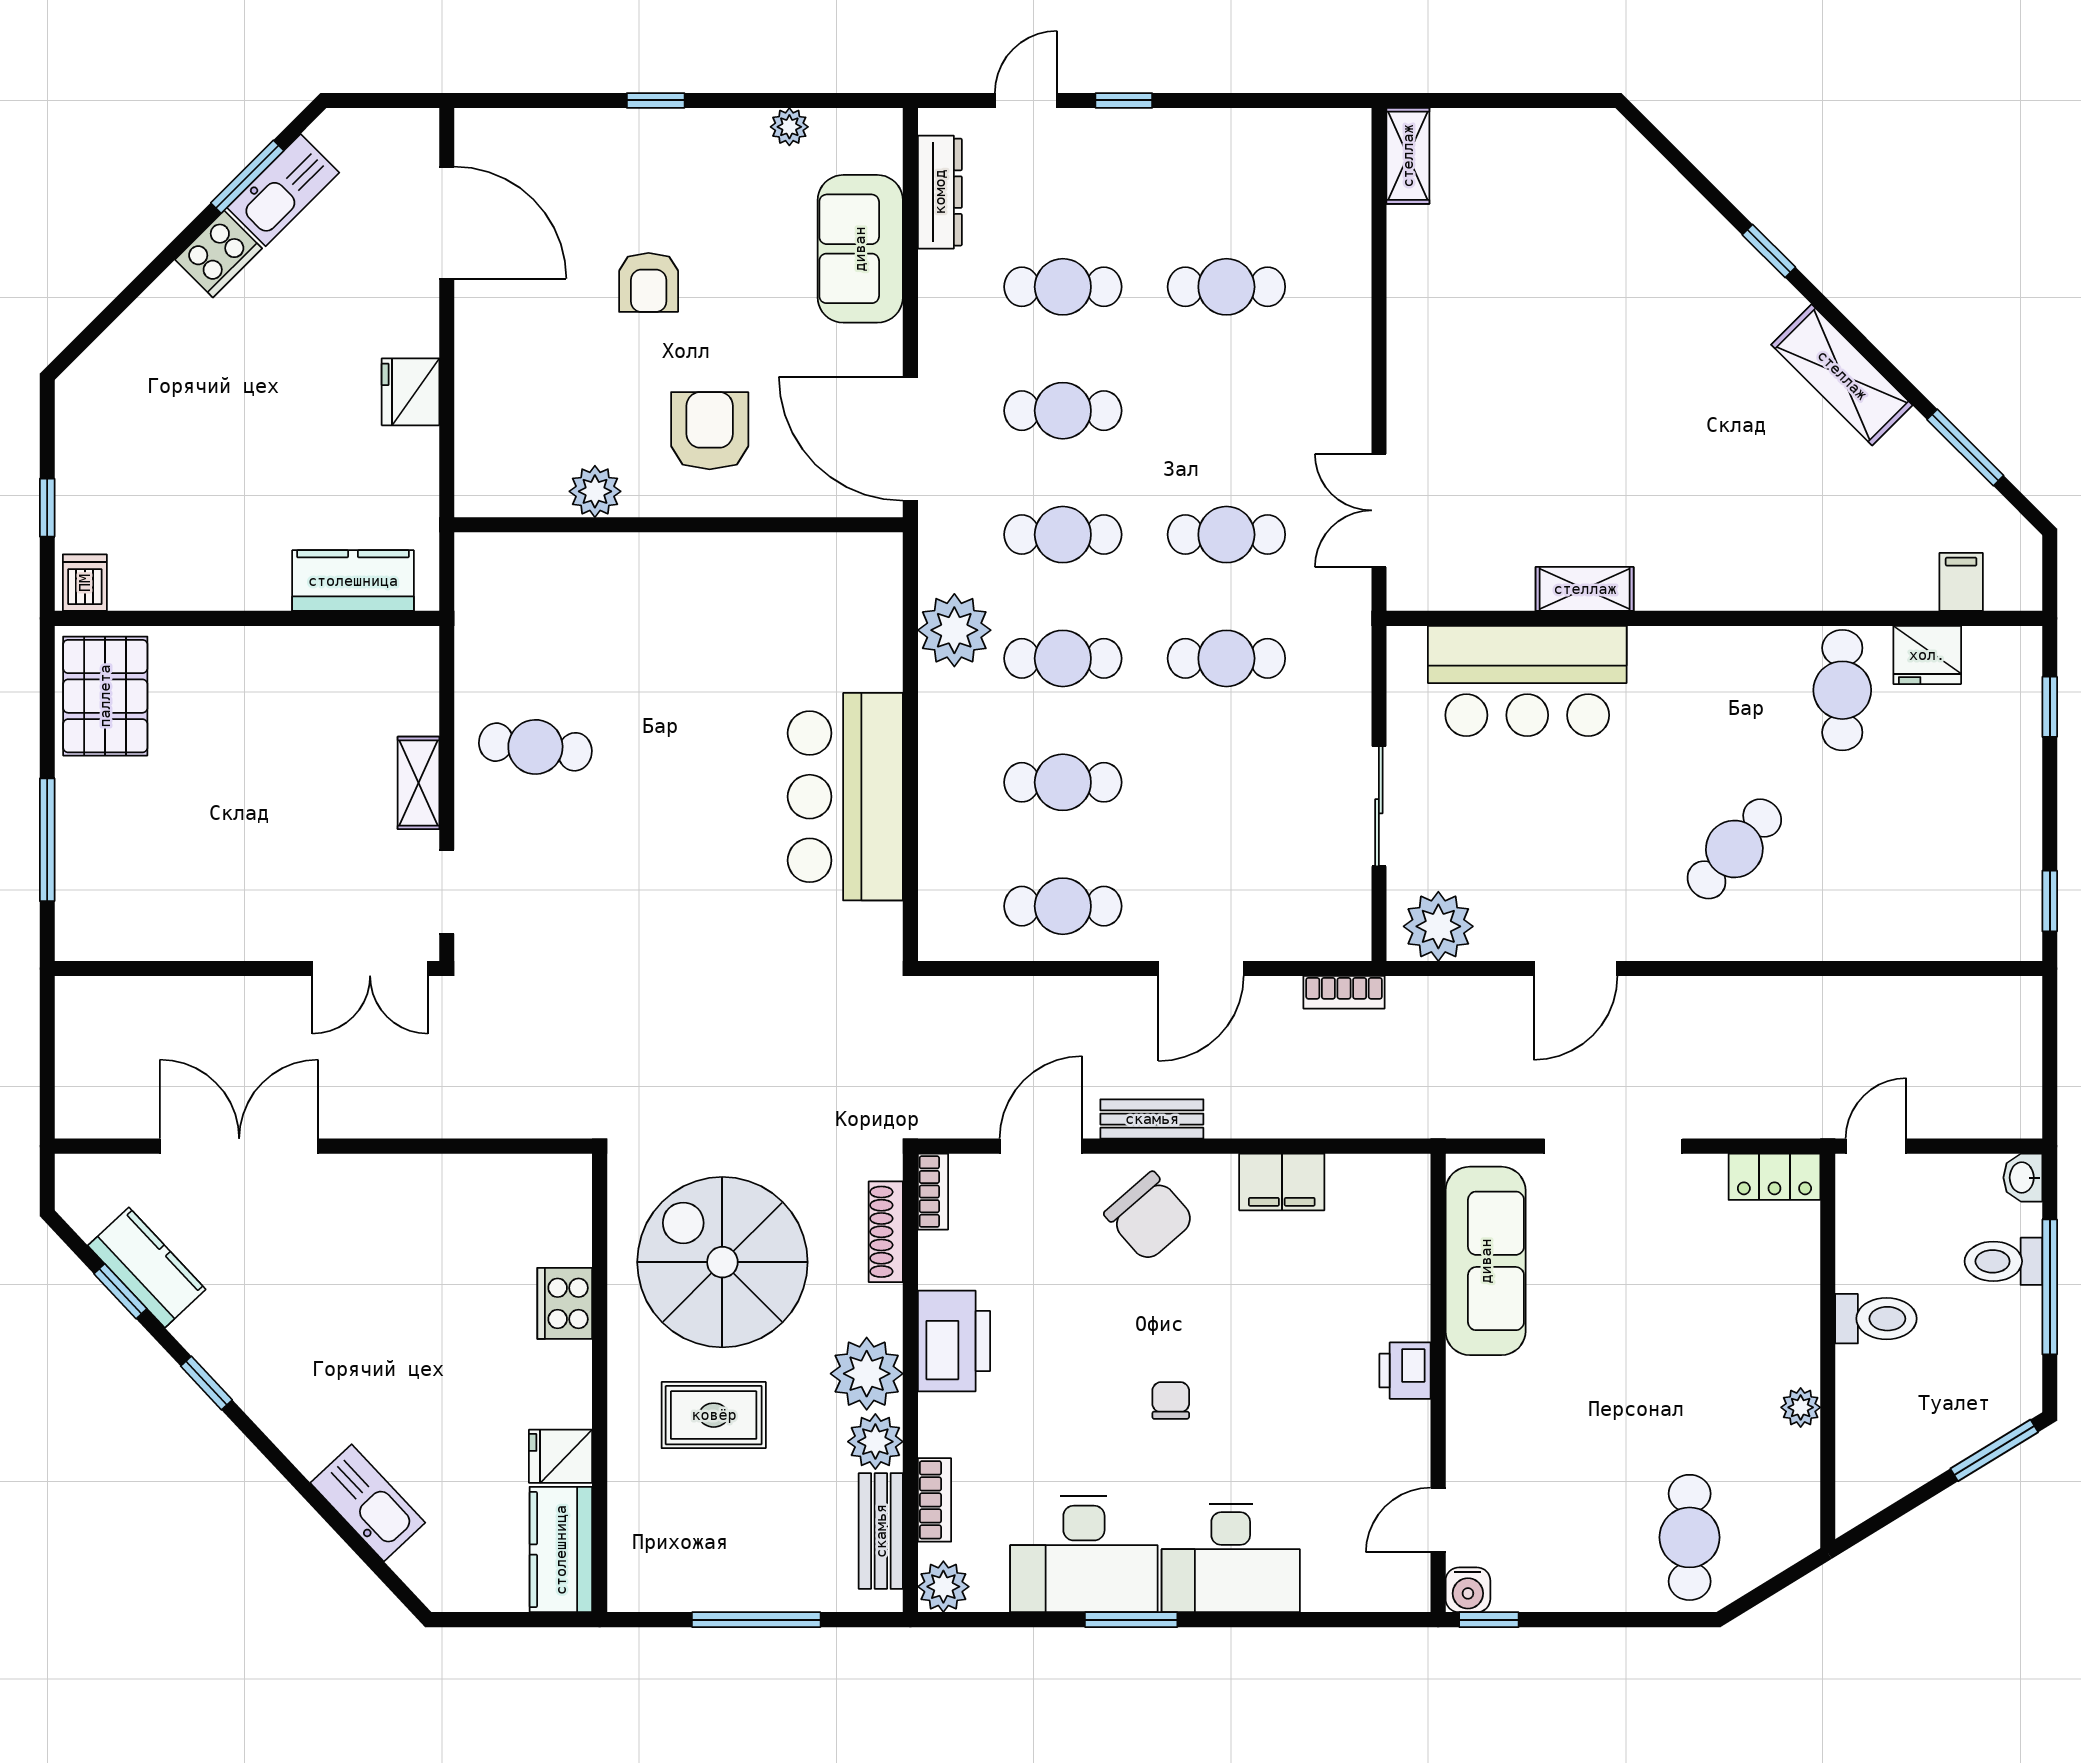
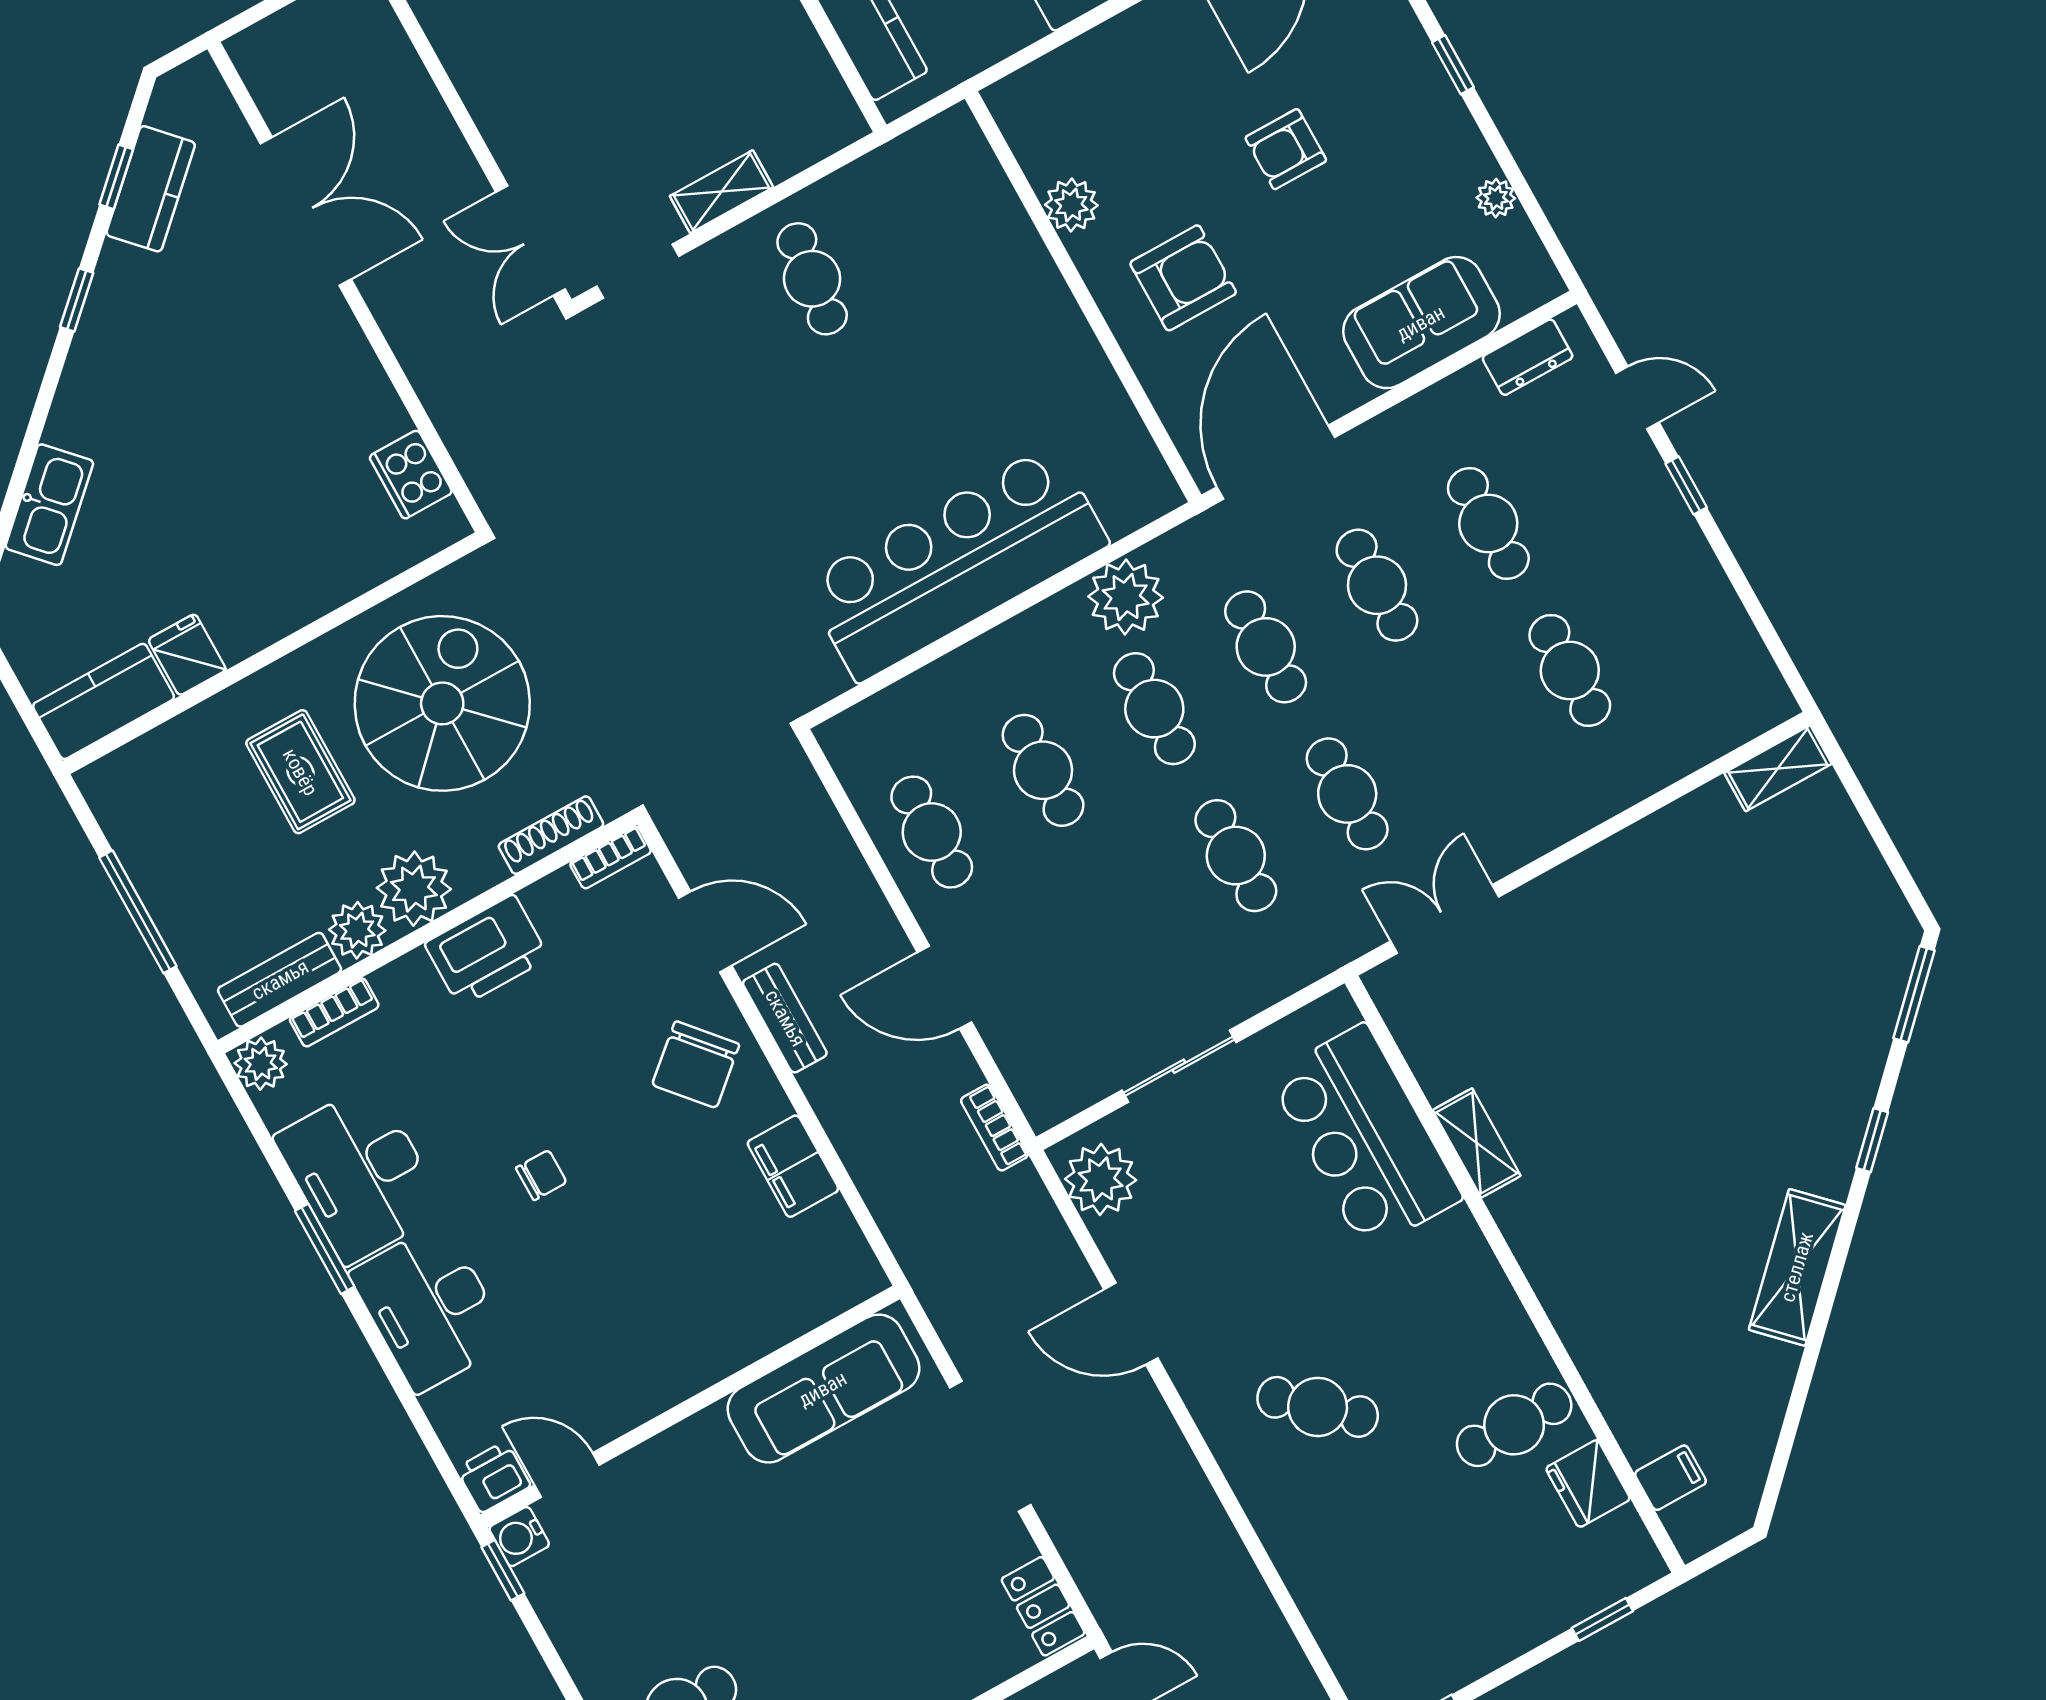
dresser: (940, 192) -> (1528, 357), width x0.70
window: (1965, 447) -> (1914, 994), moved
bar counter: (845, 797) -> (956, 563), width x1.36
cooker: (565, 1303) -> (411, 475), moved, turned -90
printer: (1405, 1371) -> (494, 1477), moved

